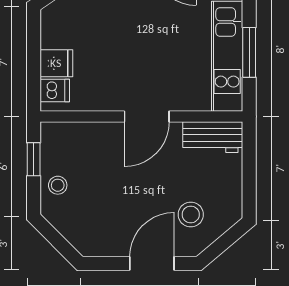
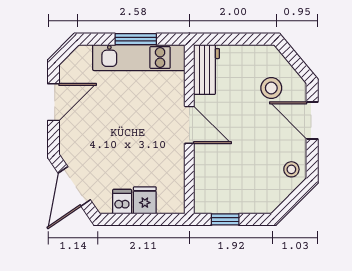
dishwasher: (55, 90) -> (122, 202), moved
stool: (58, 185) -> (291, 169), moved

